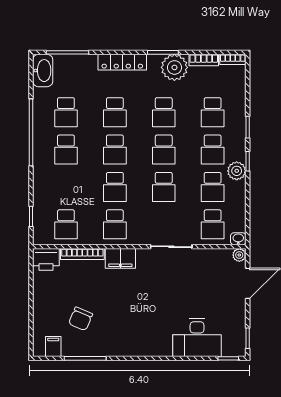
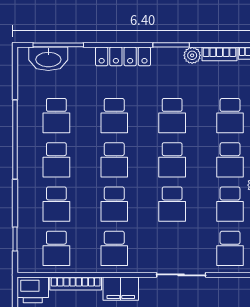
plant: (174, 67) -> (192, 55), width x0.53, depth x0.53
washbasin: (43, 71) -> (48, 59), moved, turned 90
school desk: (66, 187) -> (56, 204), added

